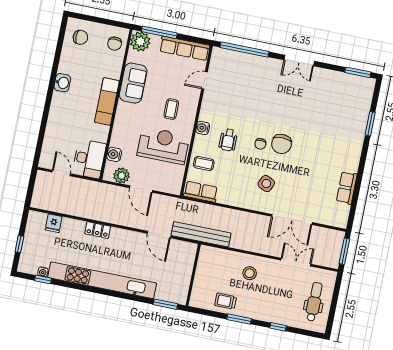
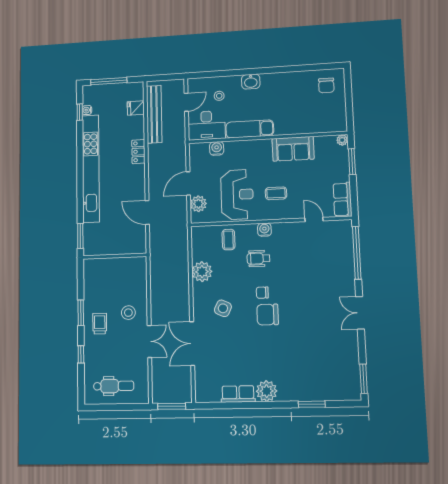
window: (159, 32) -> (352, 162), width x0.69
plant: (140, 41) -> (342, 140), width x0.53, depth x0.53
chair: (115, 44) -> (329, 120), removed
row of seats: (185, 48) -> (343, 199), width x0.68
washbasin: (62, 83) -> (251, 82), moved
exam couch: (107, 102) -> (250, 129), moved
stool: (63, 140) -> (219, 96), added
plant: (350, 161) -> (267, 391), added
plant: (122, 176) -> (198, 204), moved
row of seats: (201, 192) -> (199, 243), removed
plant: (228, 195) -> (202, 272), added
bench: (201, 234) -> (154, 114), moved
door: (159, 235) -> (147, 212), hinge flipped
window: (19, 244) -> (109, 81), width x2.17
double door: (296, 262) -> (149, 341), moved
trolley: (226, 301) -> (100, 324), moved

